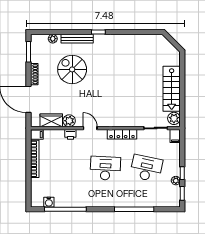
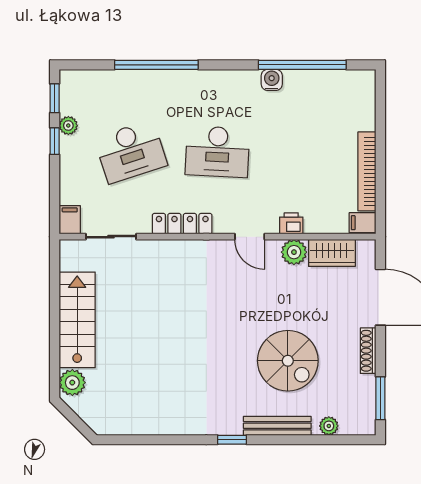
plant: (174, 118) -> (72, 383), moved
desk: (146, 168) -> (131, 152), turned -30
water cooler: (49, 202) -> (272, 80), moved

